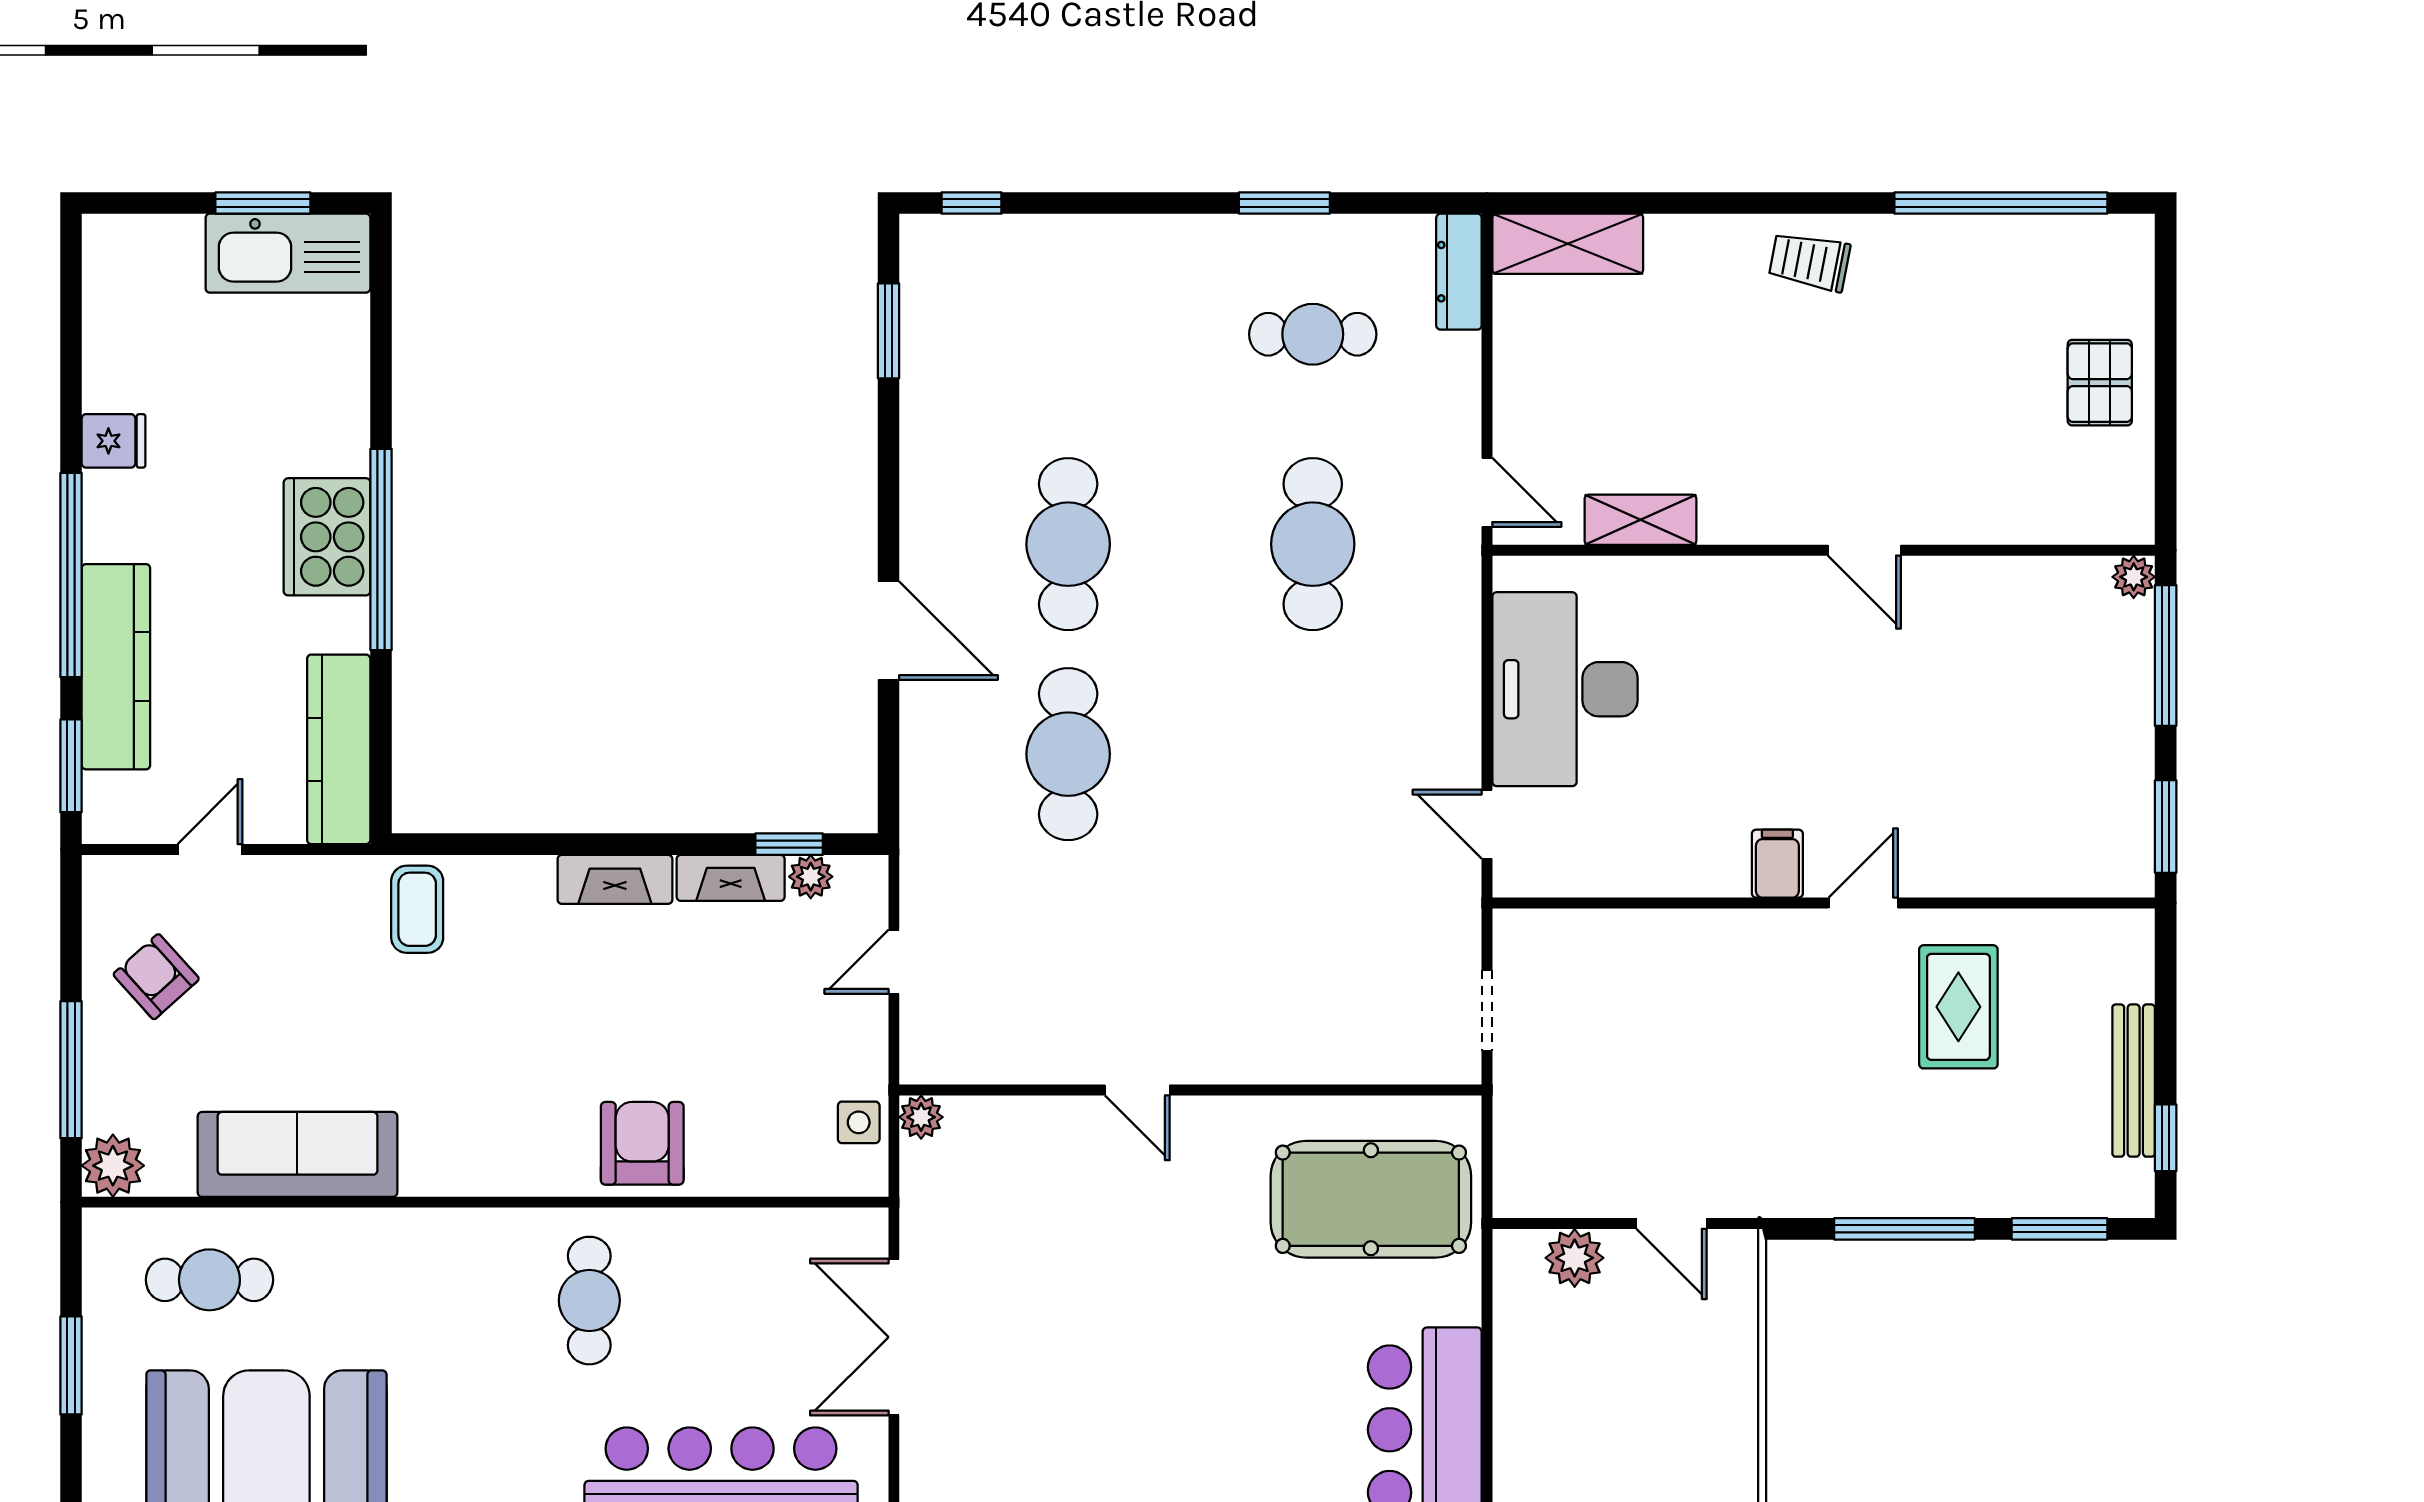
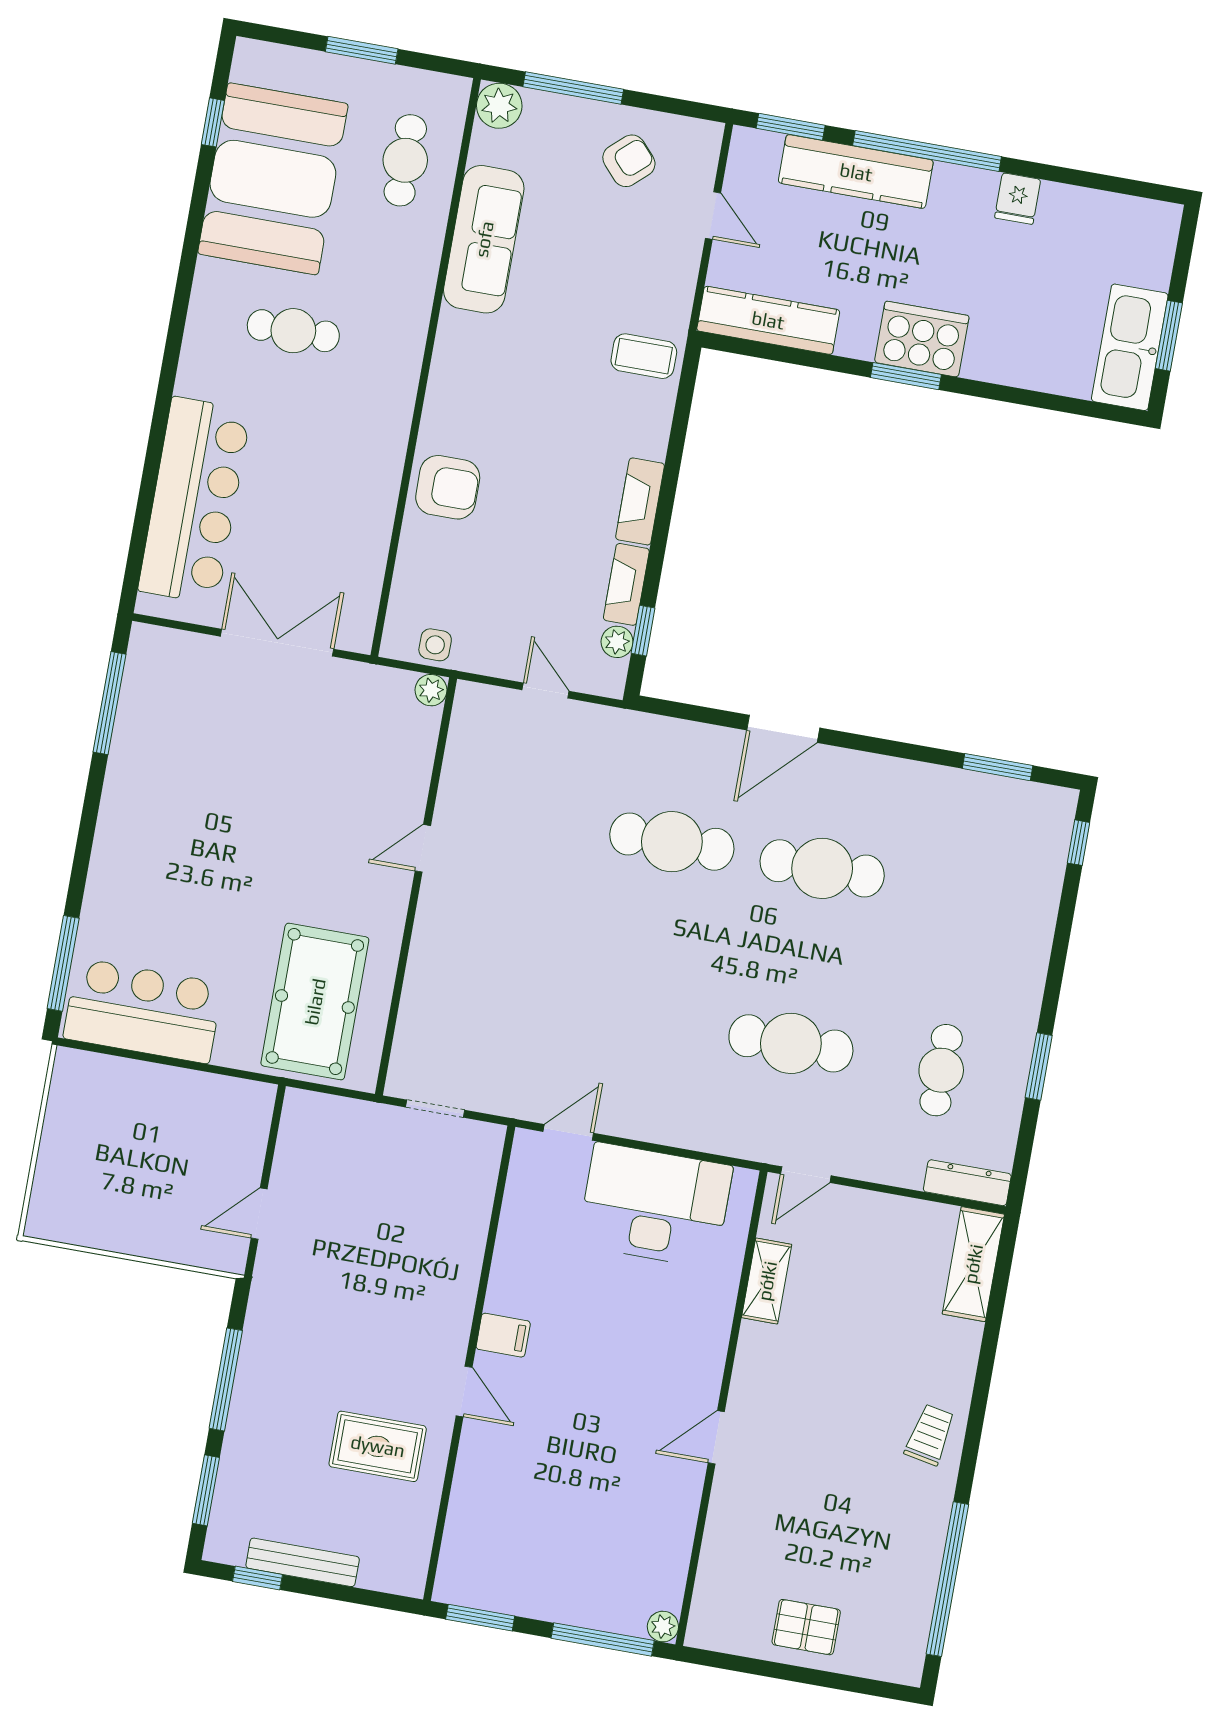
window: (381, 549) -> (906, 376), width x0.47
plant: (1575, 1258) -> (247, 1140), removed
cafe table: (589, 1301) -> (293, 331), moved

